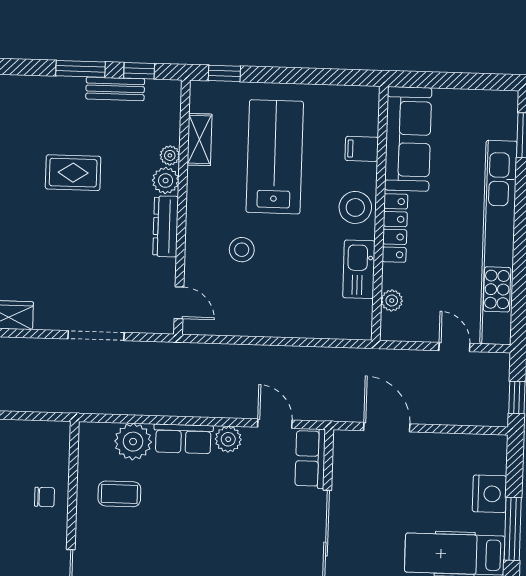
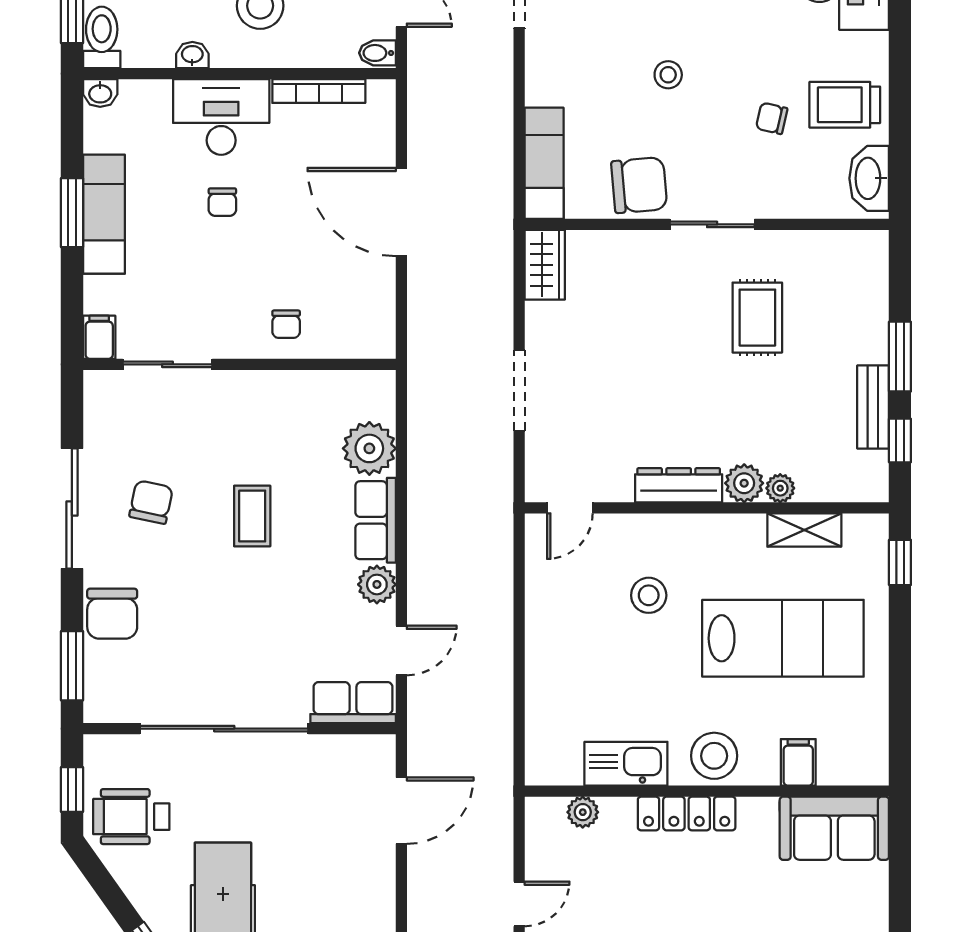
sofa: (408, 139) -> (834, 828), width x0.73
rug: (73, 173) -> (757, 318), moved
coffee table: (119, 494) -> (252, 516), moved

